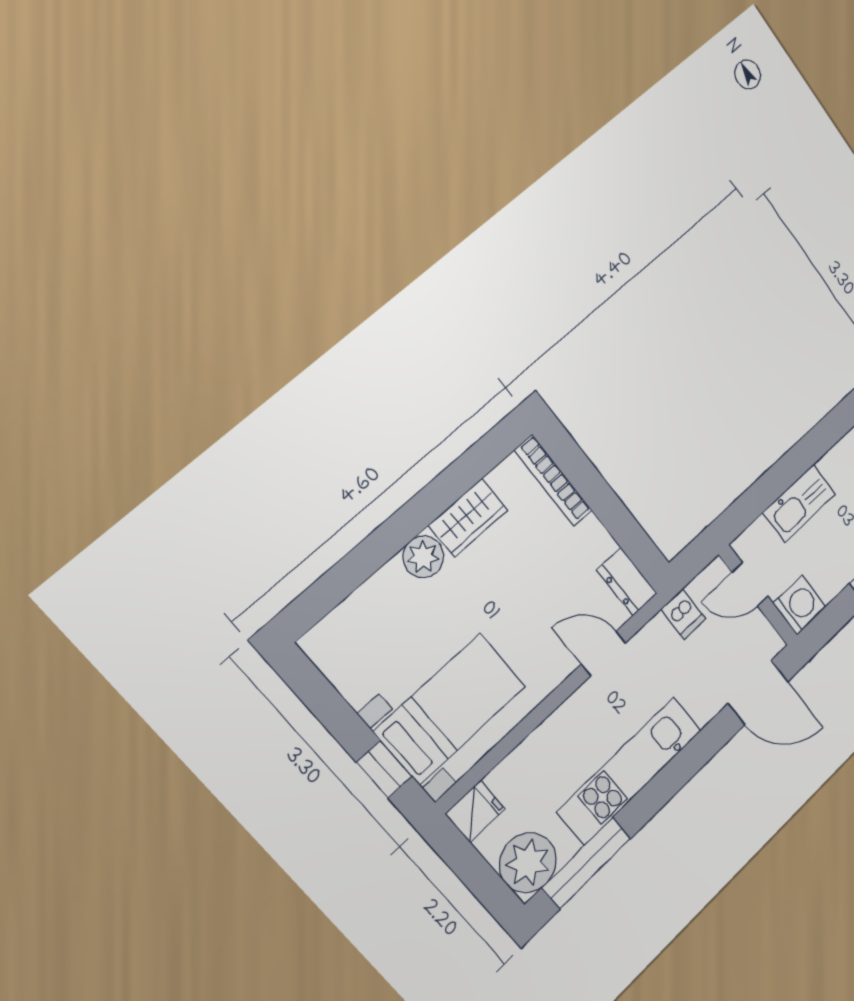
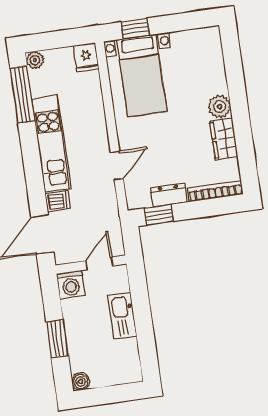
window: (636, 543) -> (159, 215), added
dresser: (627, 582) -> (169, 195), moved
dishwasher: (683, 614) -> (58, 201), moved, turned 180
plant: (528, 863) -> (35, 60), width x0.53, depth x0.53

